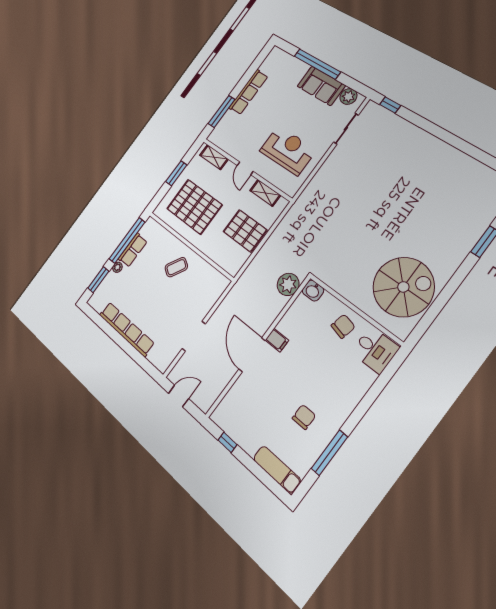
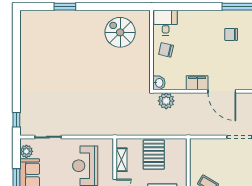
spiral stairs: (403, 287) -> (120, 32), width x0.73, depth x0.73
filing cabinet: (277, 340) -> (197, 83), width x2.00
door: (252, 355) -> (222, 91), hinge flipped

